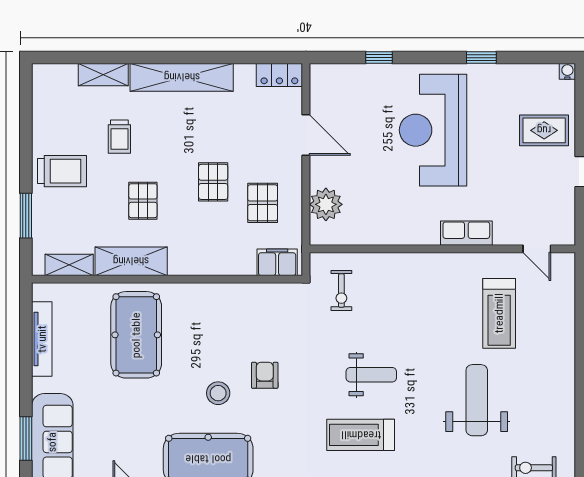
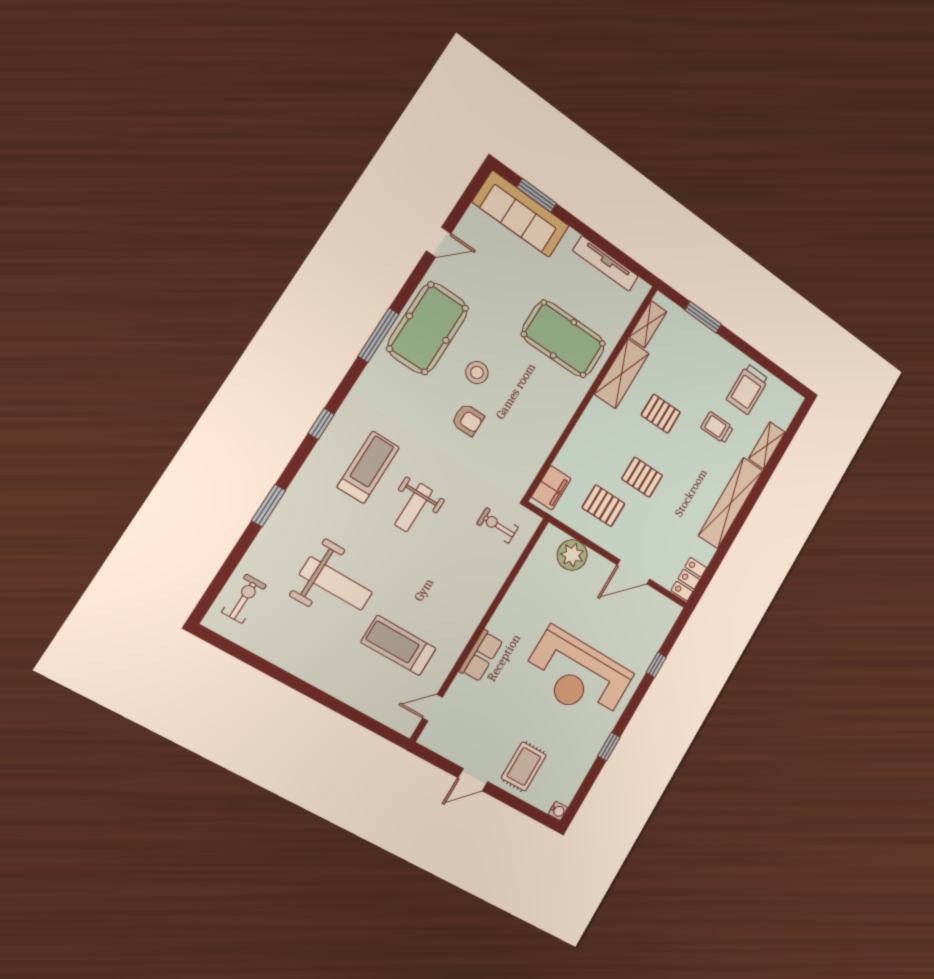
reception desk: (433, 130) -> (577, 676), turned 180
trolley: (62, 171) -> (748, 389), moved

